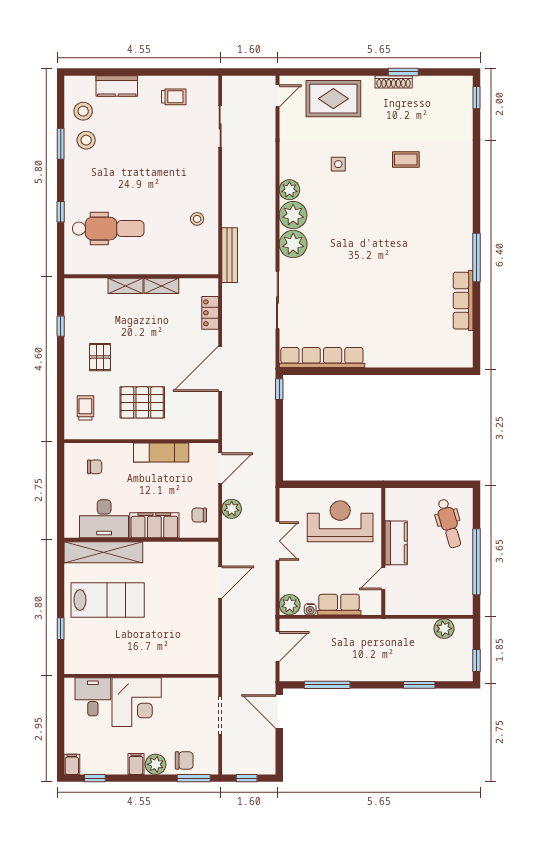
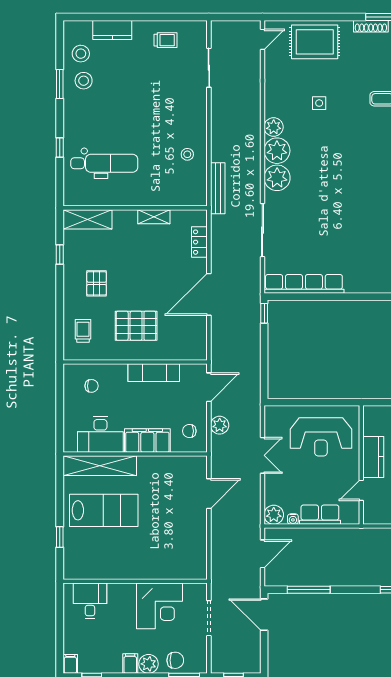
shelving: (125, 286) -> (87, 219), moved, width x1.50, depth x1.33
reception desk: (340, 521) -> (321, 437), turned 180
corner desk: (137, 702) -> (160, 606), moved

